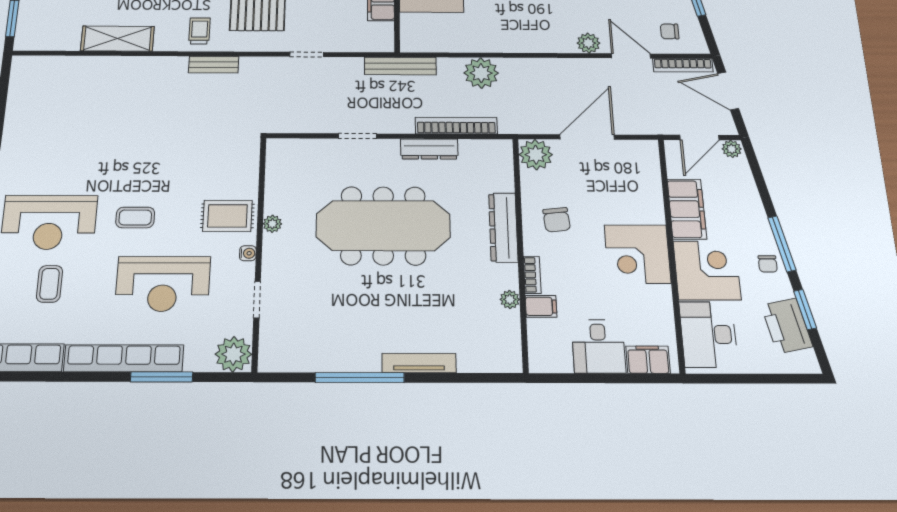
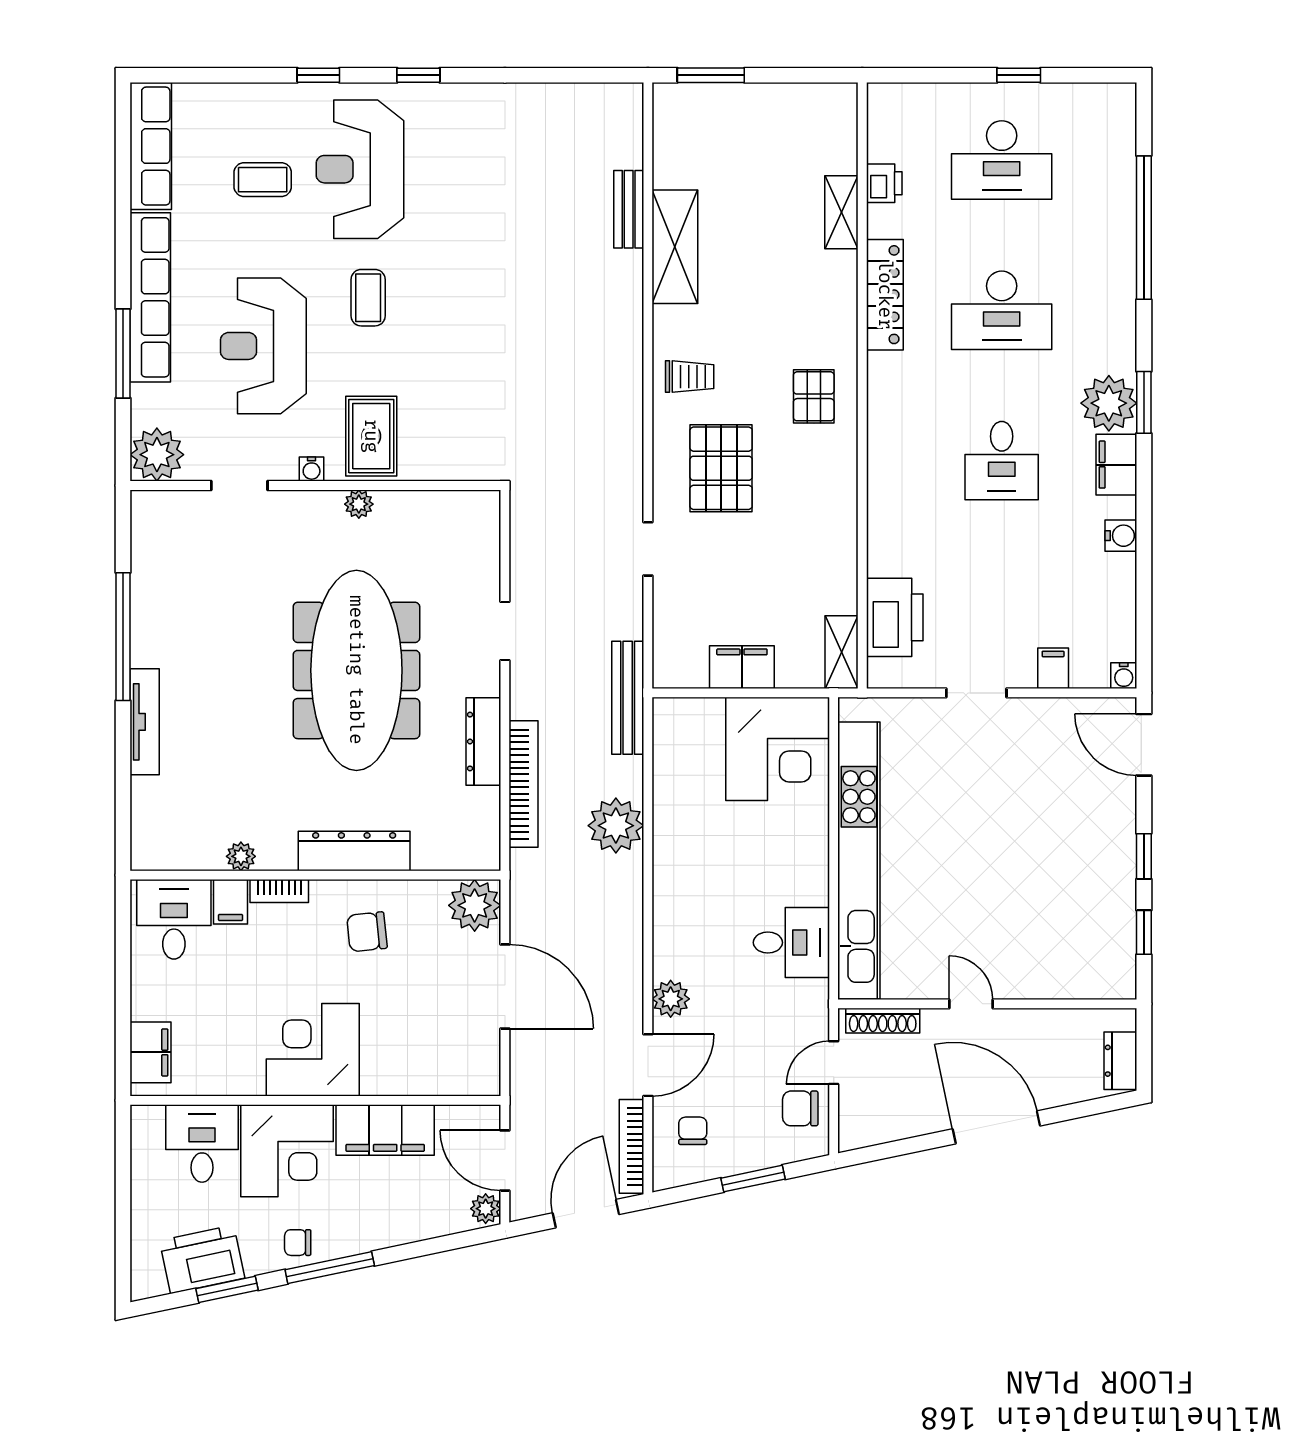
bench: (214, 65) -> (629, 209), moved
desk: (708, 334) -> (202, 1143), width x0.73
desk: (598, 346) -> (174, 919), moved, turned 90

